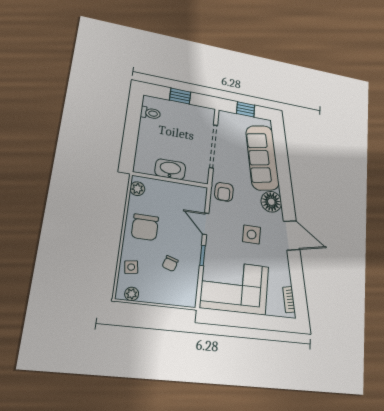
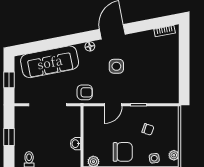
washbasin: (170, 169) -> (76, 144), width x0.52, depth x0.69
floor lamp: (271, 202) -> (90, 46), width x0.53, depth x0.53
corner sofa: (235, 287) -> (160, 77), removed

